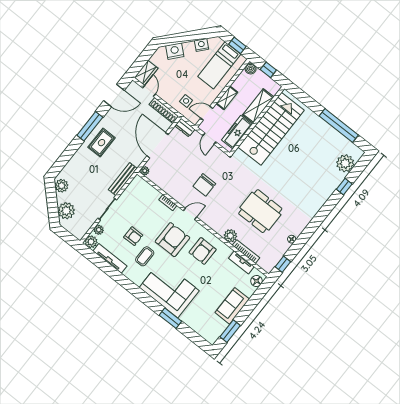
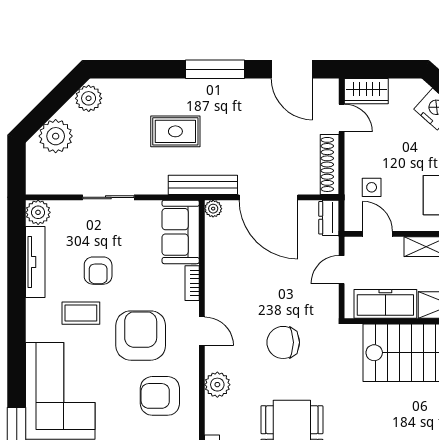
door: (149, 91) -> (342, 118), hinge flipped
rug: (102, 143) -> (175, 131), moved
door: (158, 145) -> (268, 197), swing flipped
bench: (123, 179) -> (203, 185), moved
chair: (204, 185) -> (283, 342), moved
sofa: (144, 191) -> (181, 232), added
plant: (99, 230) -> (66, 210), removed
plant: (230, 236) -> (217, 385), moved
armchair: (172, 240) -> (141, 336), turned -90

